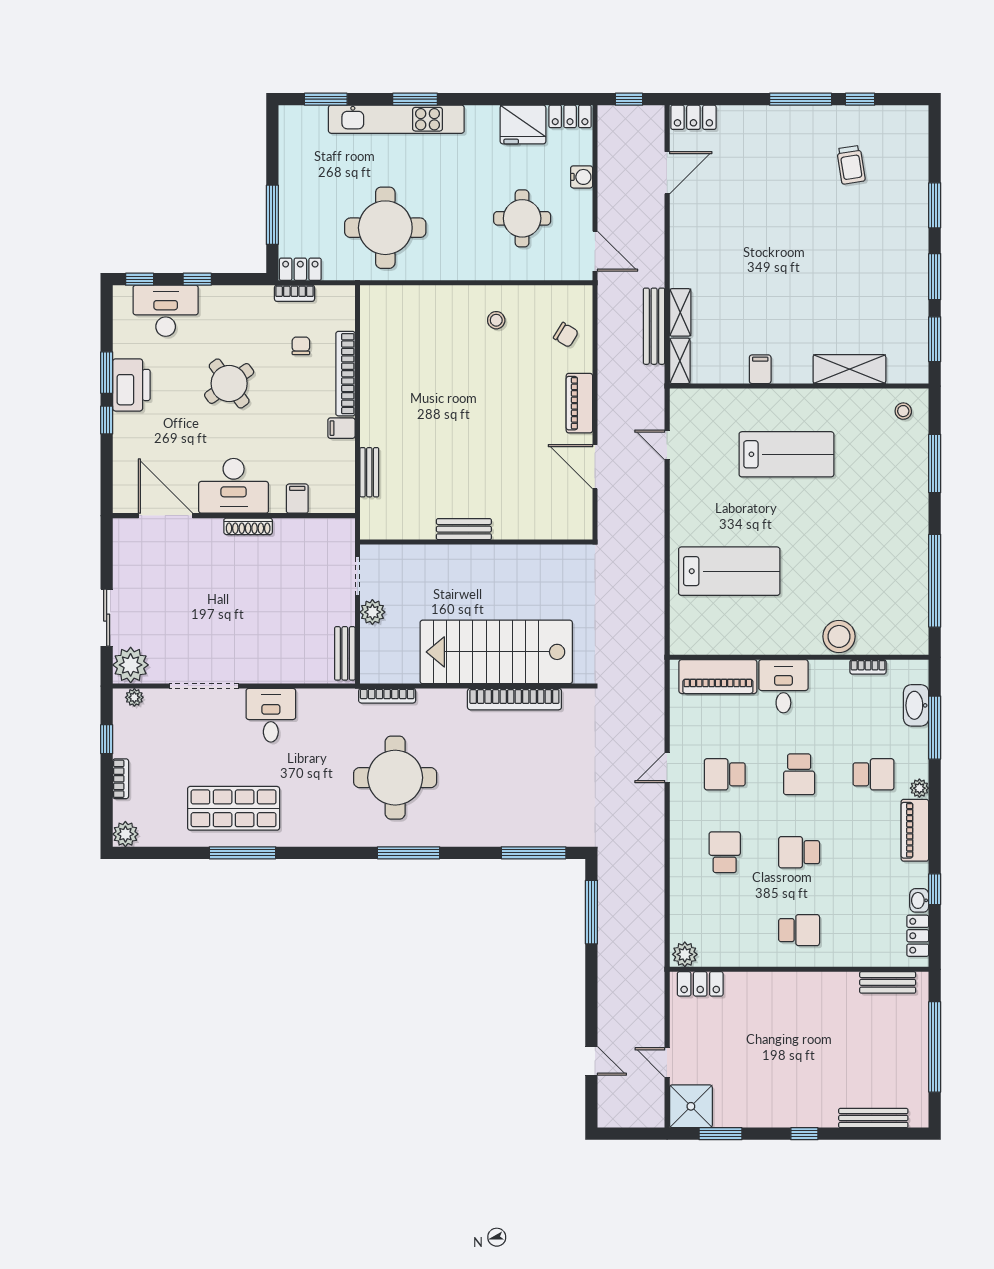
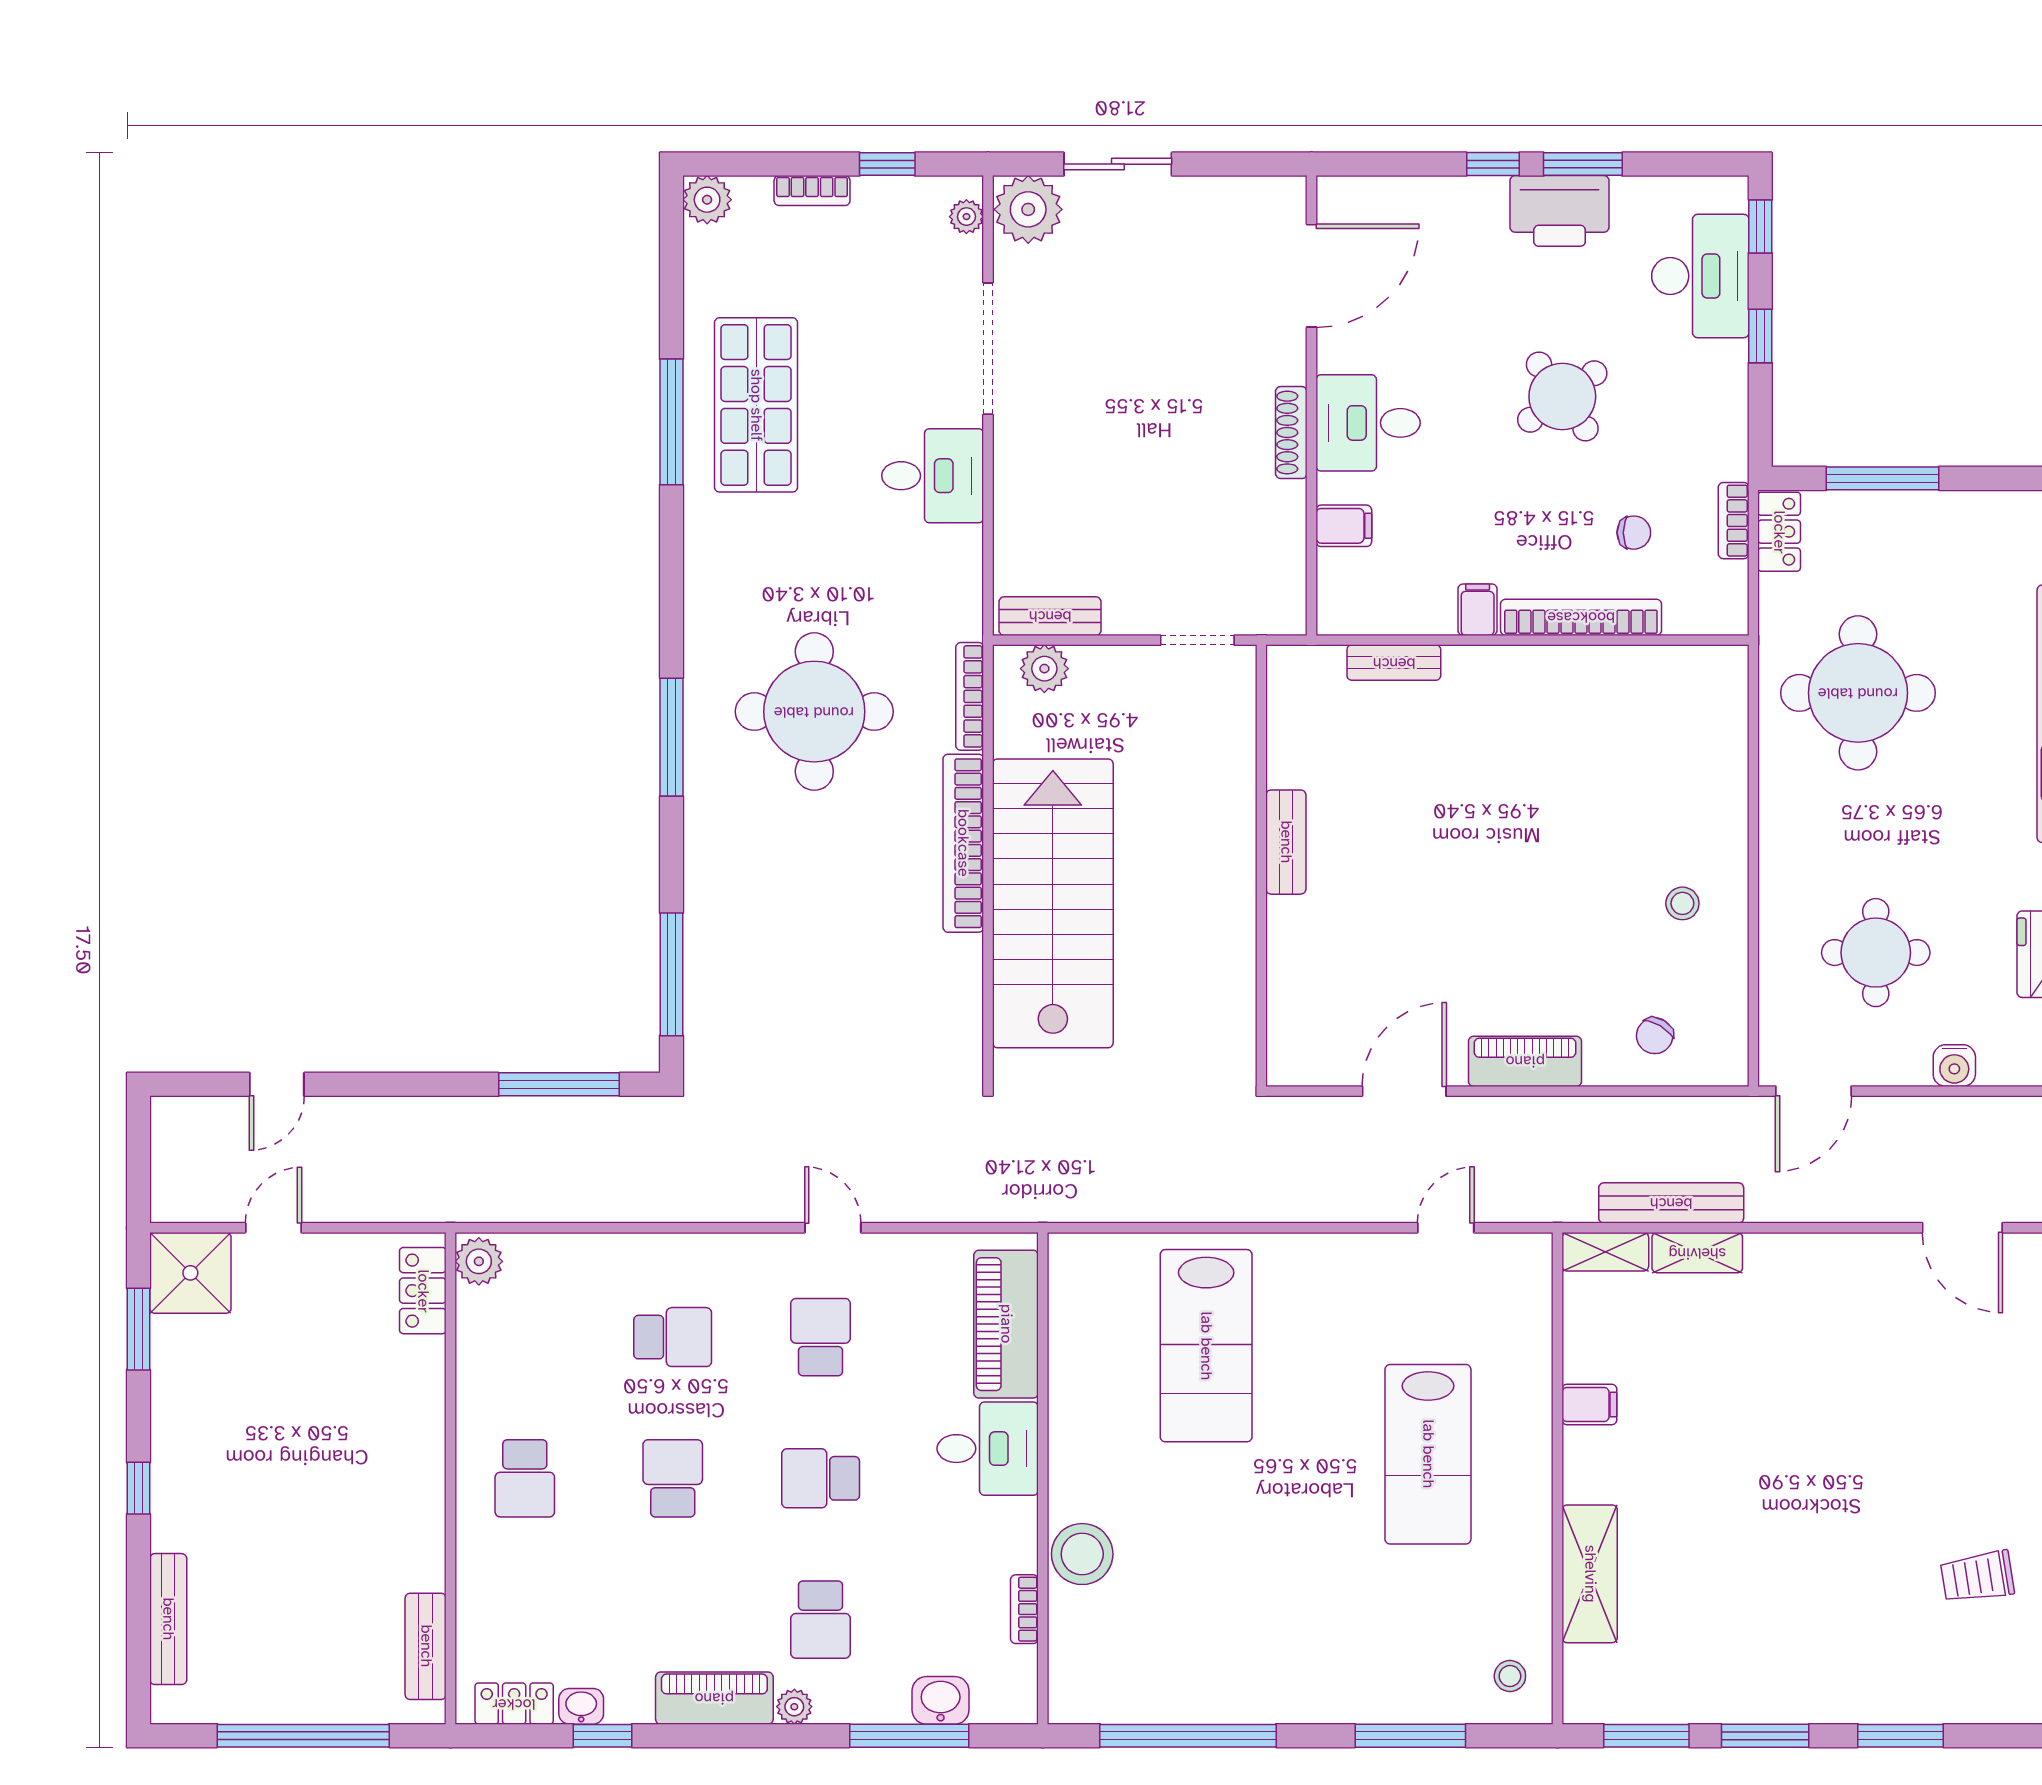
desk: (234, 486) -> (1368, 423), width x0.73
plant: (372, 612) -> (1044, 669), moved
bookcase: (514, 699) -> (963, 843), moved
washbasin: (916, 705) -> (941, 1700), width x0.72

